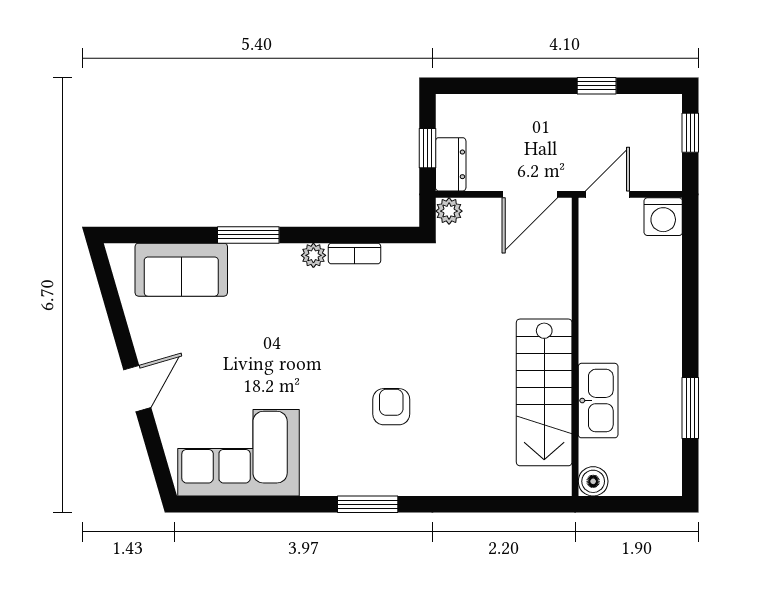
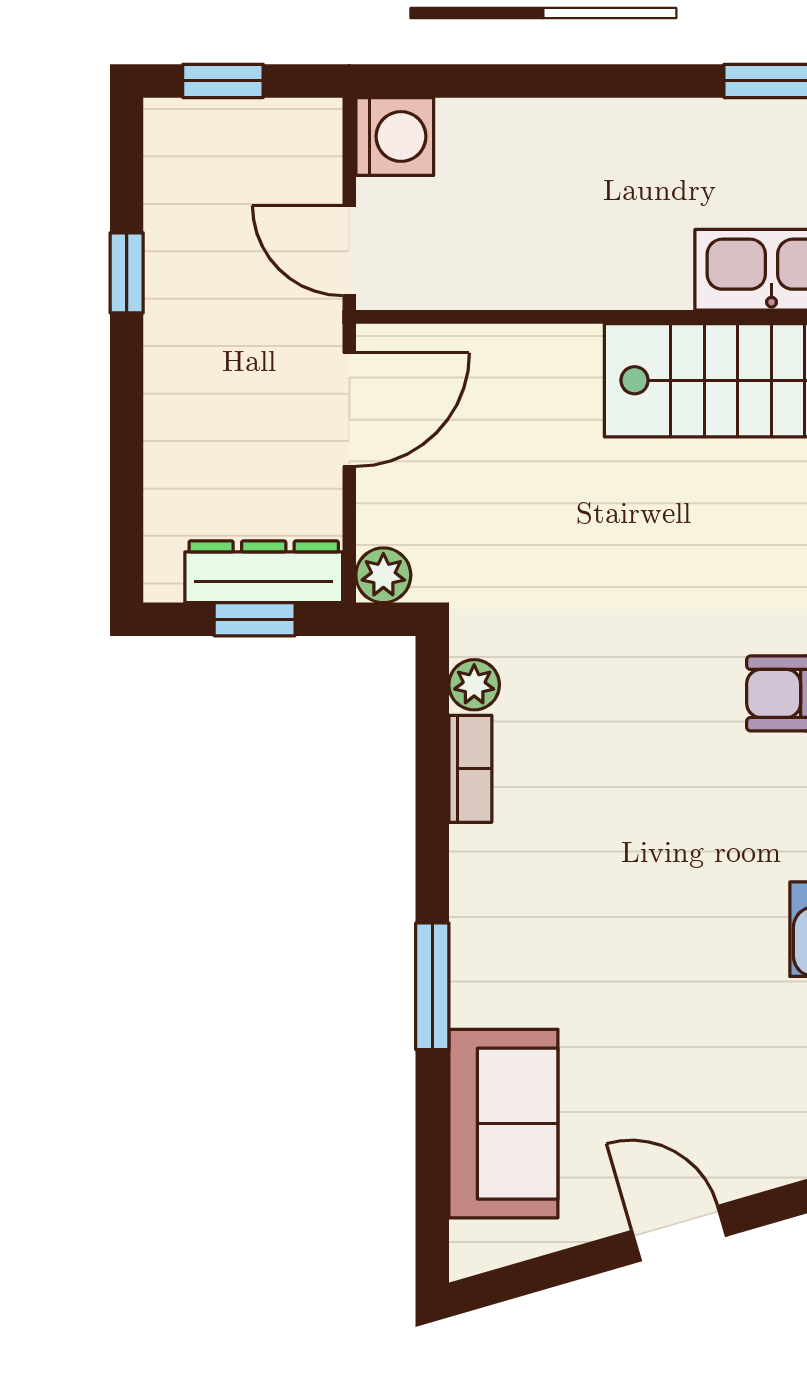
dresser: (451, 164) -> (264, 572), width x1.44
door: (530, 194) -> (349, 410), hinge flipped
plant: (313, 255) -> (474, 685), moved
door: (137, 389) -> (679, 1233), moved

